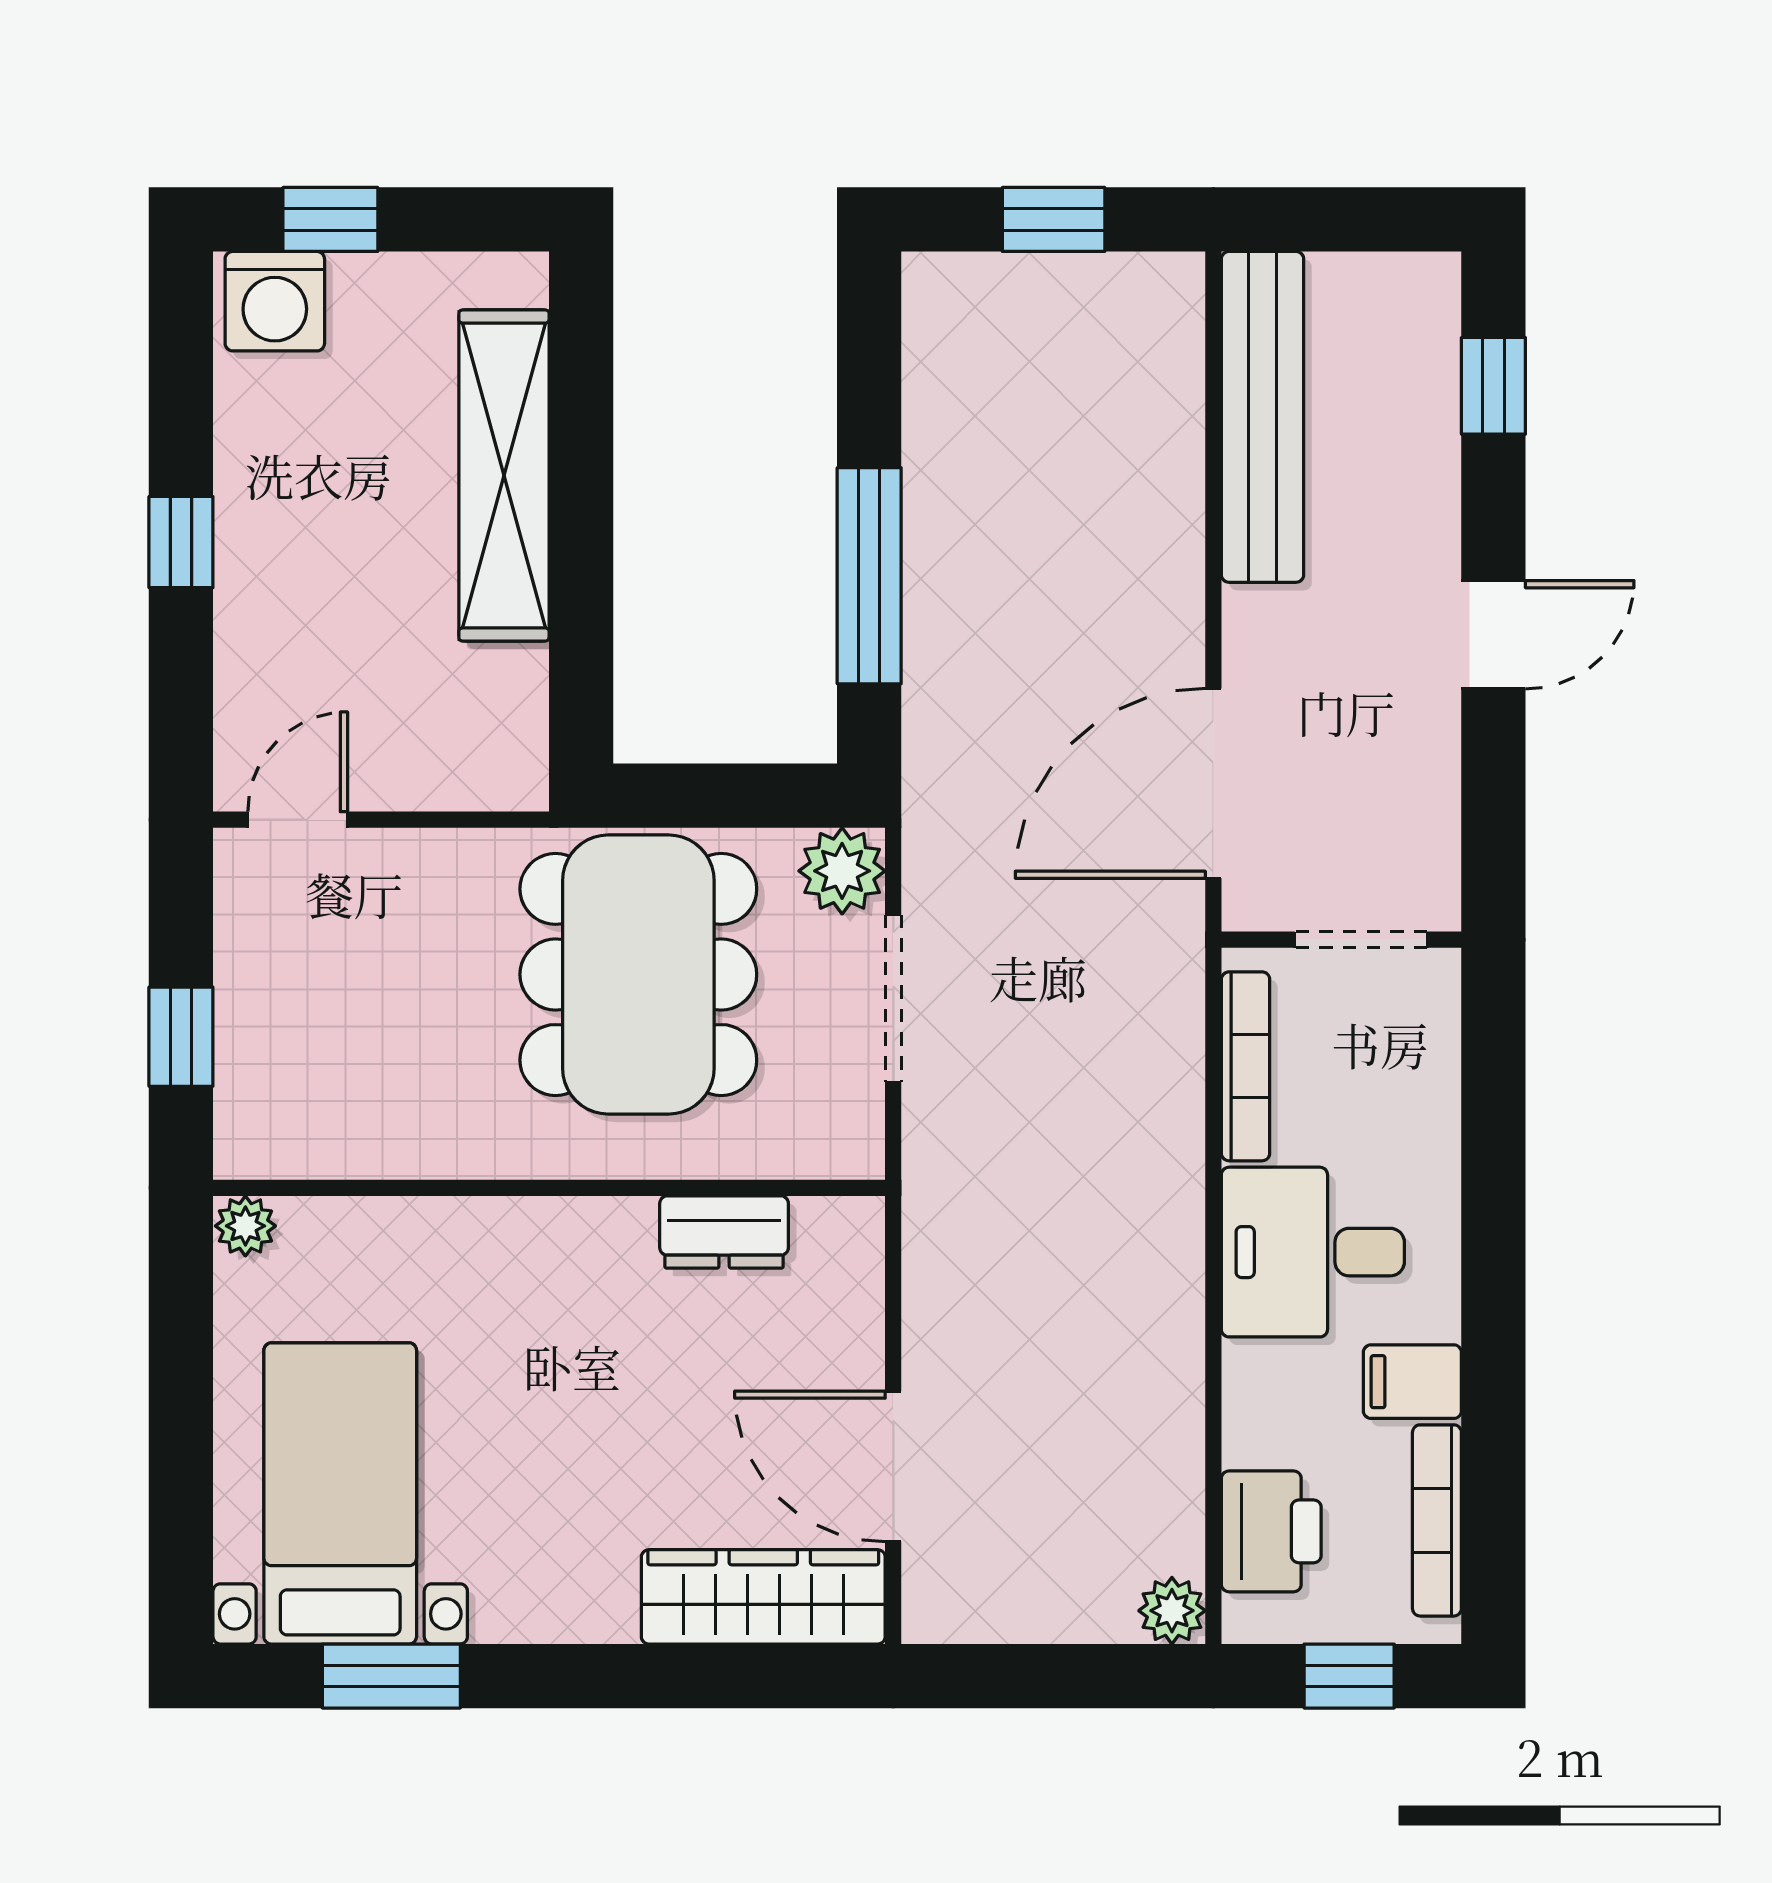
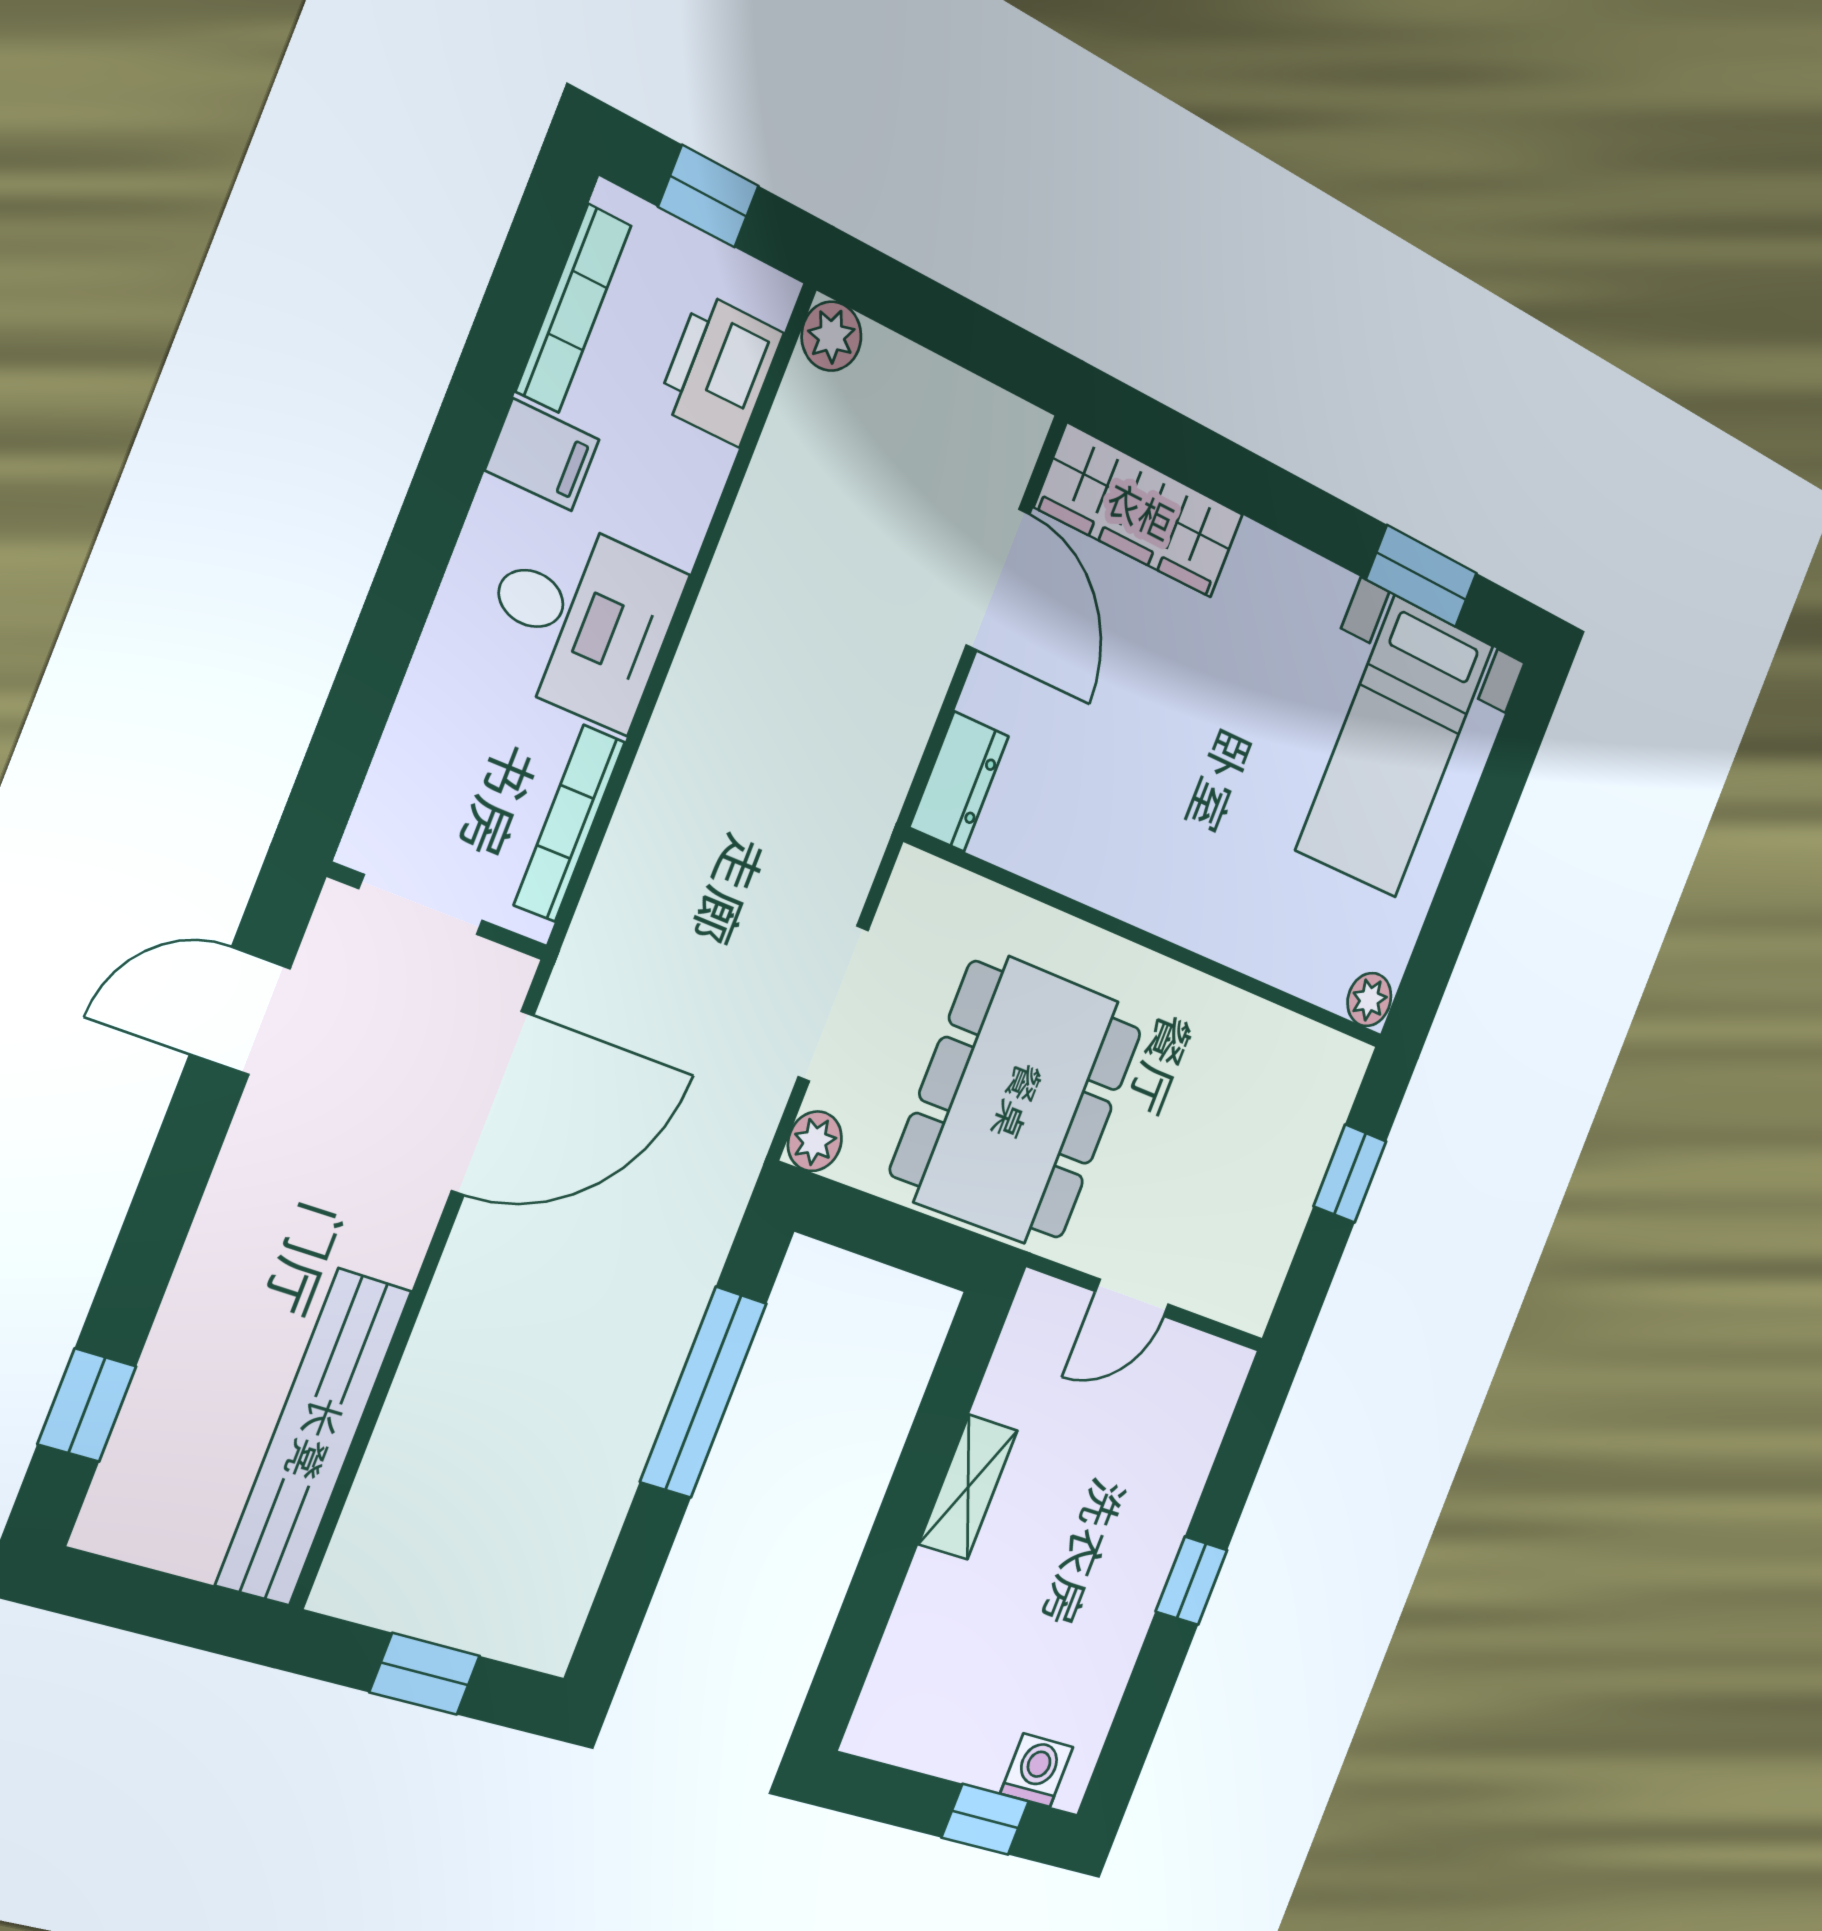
washing machine: (275, 301) -> (1037, 1770), width x0.73, depth x0.73
shelving: (504, 475) -> (968, 1487), width x0.45, depth x0.75
door: (1493, 635) -> (240, 1011), moved
door: (298, 820) -> (1132, 1298), moved
plant: (842, 871) -> (815, 1141), width x0.73, depth x0.73
dresser: (724, 1232) -> (959, 782), moved, turned 90

